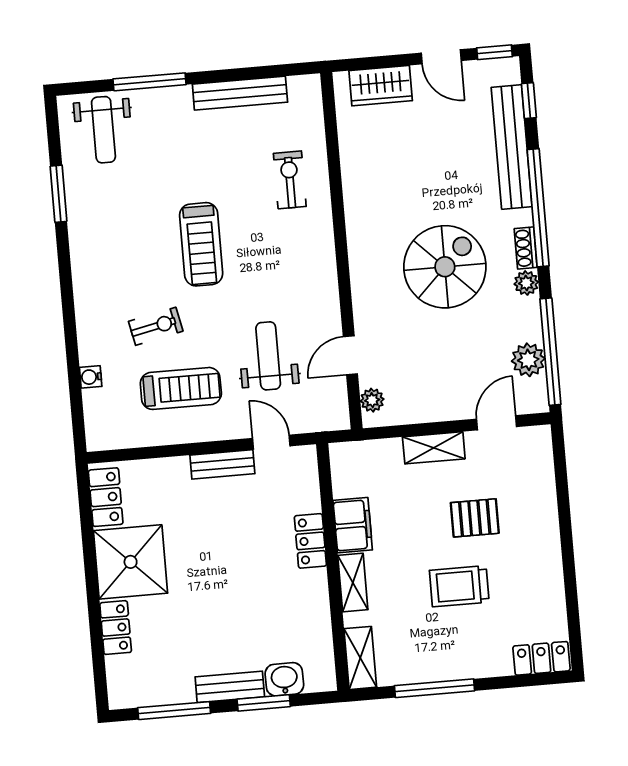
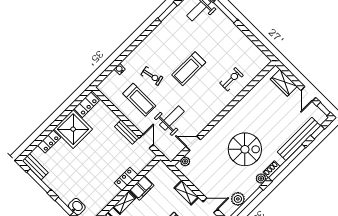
bench: (240, 93) -> (245, 42), removed
bench: (230, 687) -> (35, 167), moved

